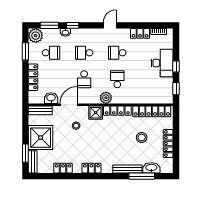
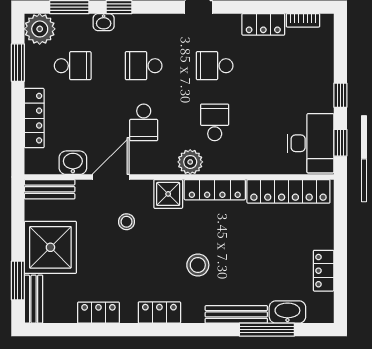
desk: (162, 63) -> (311, 143), moved
stool: (142, 137) -> (198, 265), moved
locker: (168, 143) -> (324, 271), width x0.66

